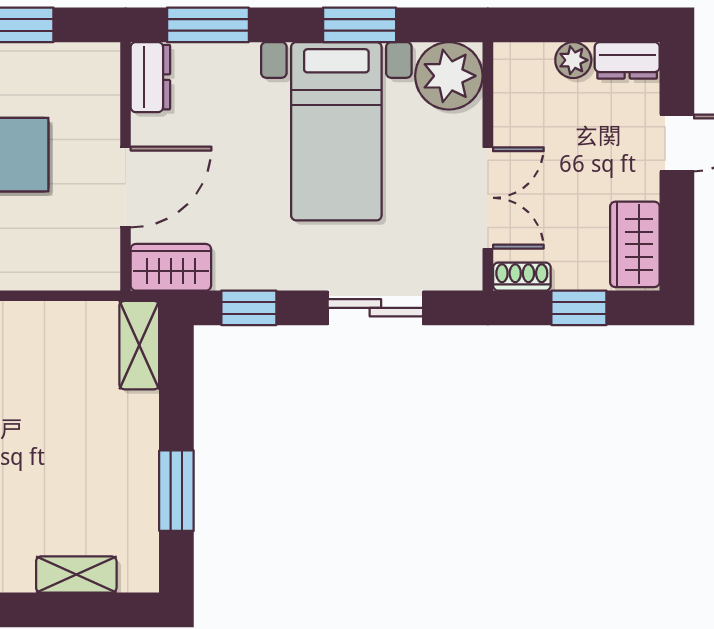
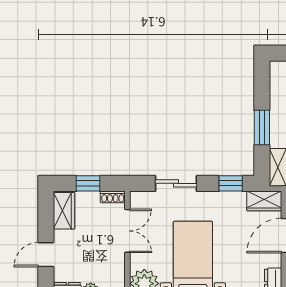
double door: (488, 198) -> (127, 231), swing flipped
window: (176, 491) -> (262, 128), moved

